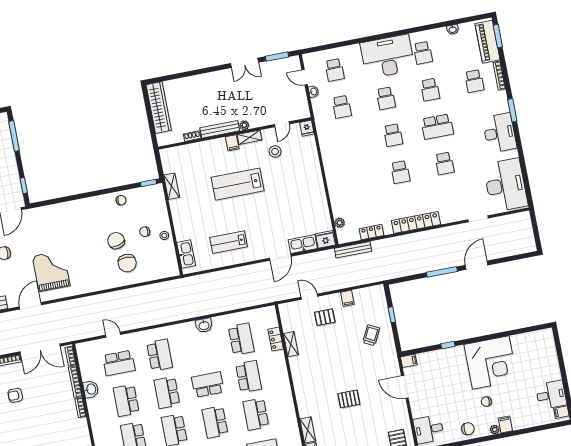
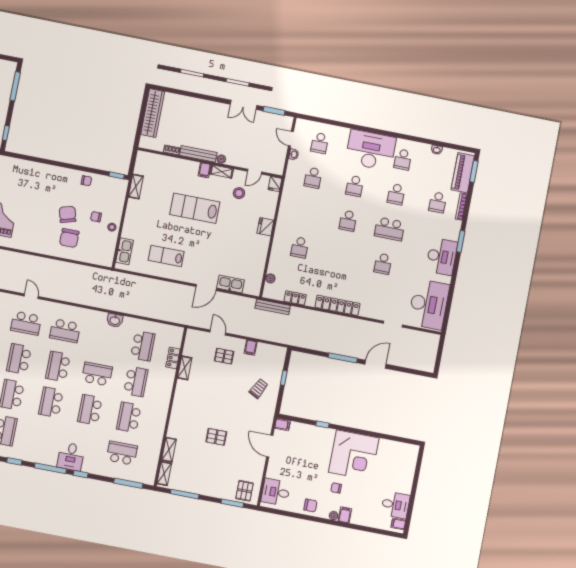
school desk: (400, 172) -> (300, 247), moved
fridge: (325, 239) -> (265, 227), moved, turned -90
school desk: (160, 355) -> (65, 331), turned 90

